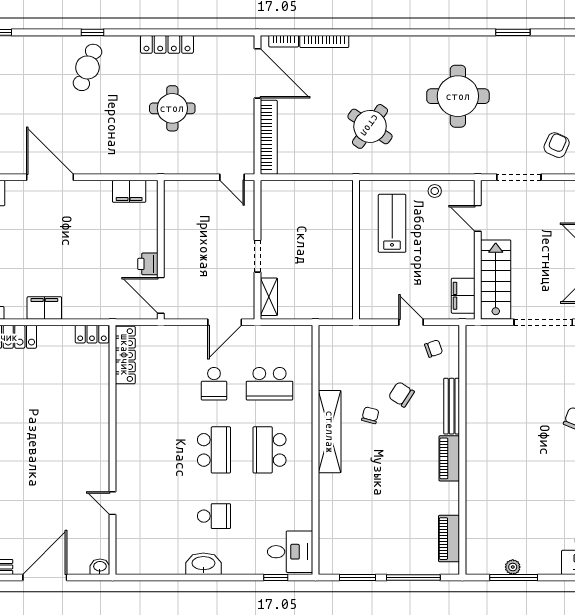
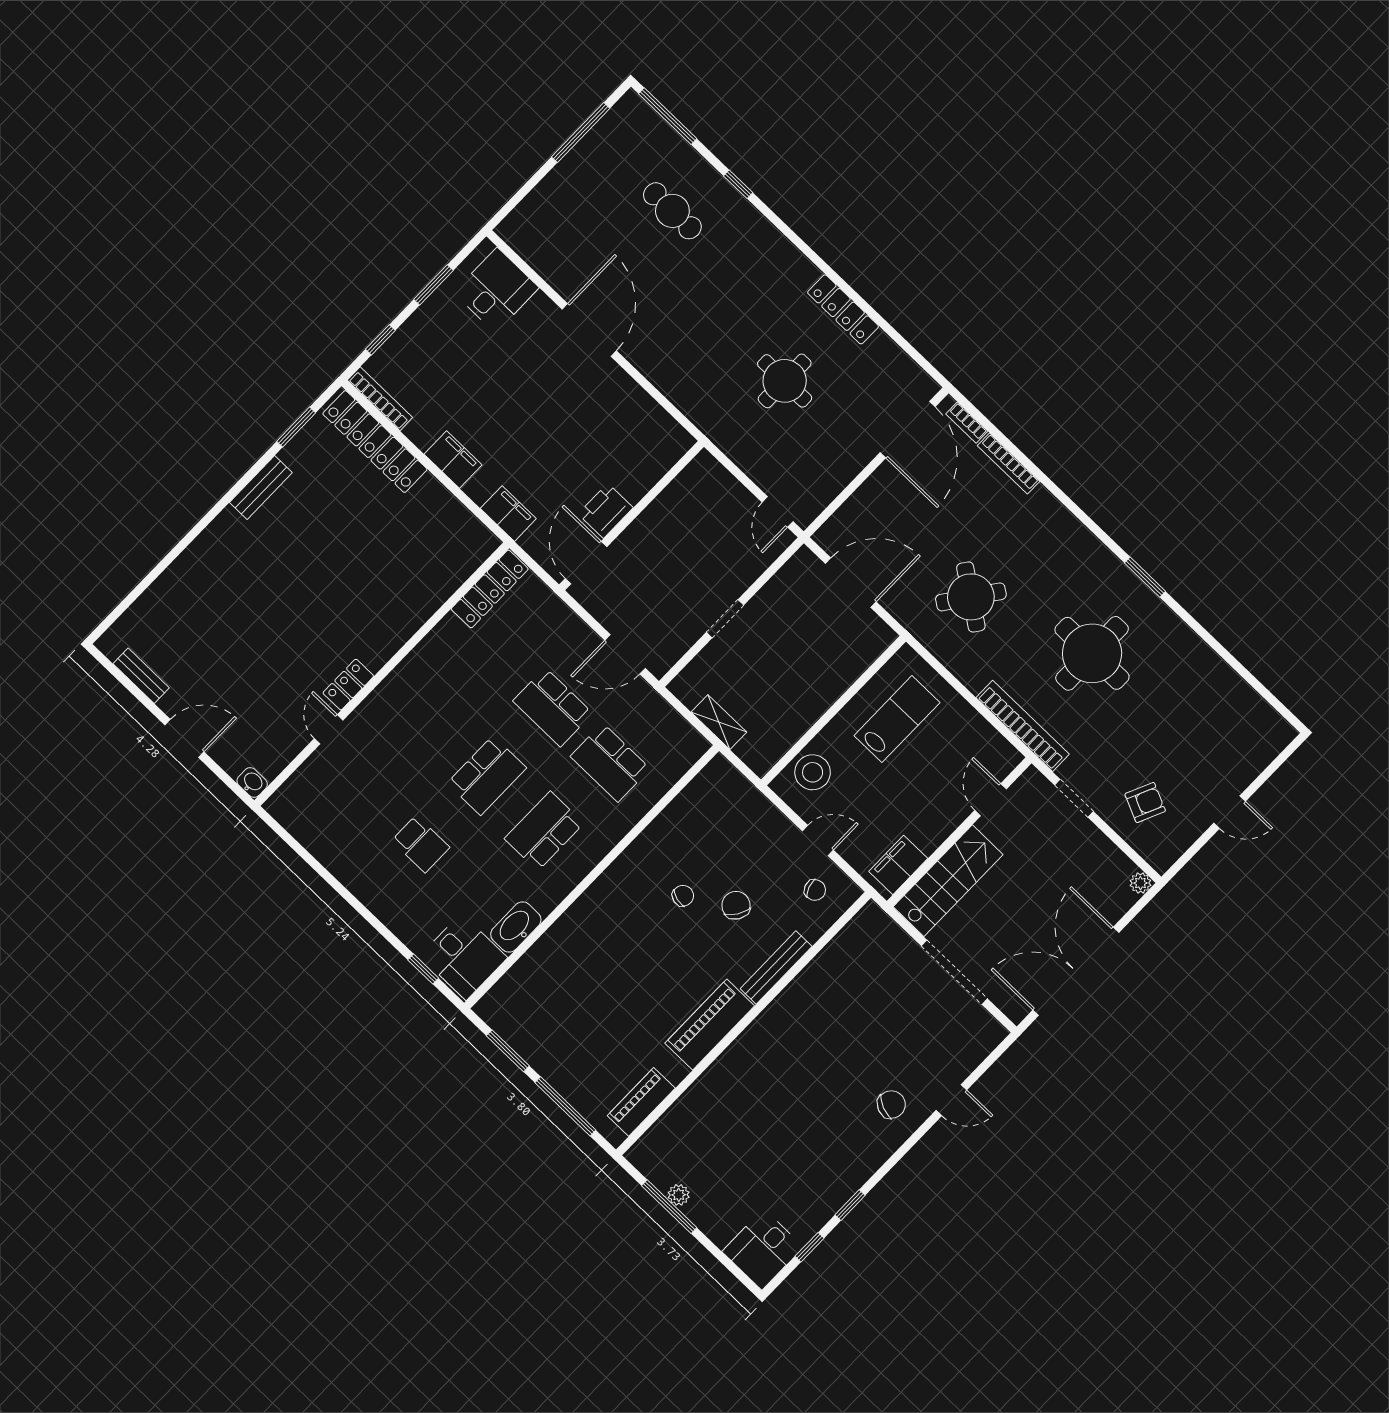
window: (92, 32) -> (738, 184), moved
window: (513, 32) -> (1145, 577), moved
cafe table: (87, 67) -> (672, 211), moved, turned 69
bookcase: (269, 137) -> (1023, 726), moved, turned -90
door: (303, 177) -> (851, 583), added
doorway: (519, 177) -> (1074, 798), width x0.73
filing cabinet: (129, 191) -> (508, 514), moved, turned 180
stool: (435, 191) -> (813, 772), moved, width x1.89, depth x1.89
printer: (148, 264) -> (606, 511), width x1.36, depth x1.24
shelving: (269, 297) -> (719, 722), moved, turned 90
door: (411, 322) -> (818, 840), hinge flipped
locker: (92, 334) -> (348, 685), moved, turned 90
school desk: (214, 384) -> (553, 707), width x1.85
shelving: (330, 432) -> (624, 872), removed
piano: (449, 458) -> (710, 1025), width x1.37, depth x1.33
washbasin: (203, 564) -> (516, 927), moved, turned -90
door: (45, 577) -> (184, 738), width x0.73

